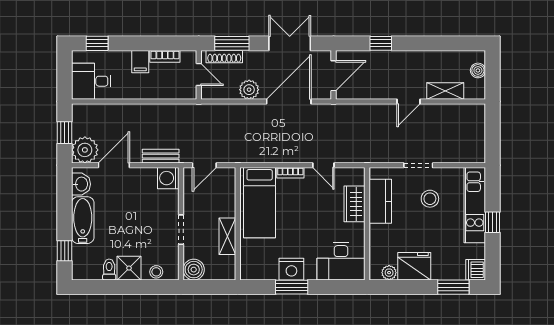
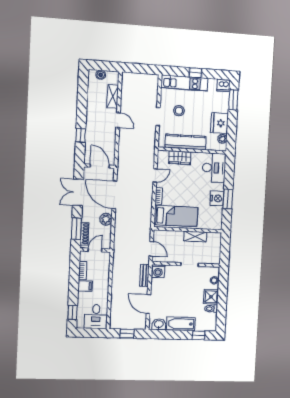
plant: (85, 150) -> (138, 321), removed
kitchen counter: (380, 201) -> (186, 142), width x1.50
boiler: (194, 270) -> (214, 258), removed

